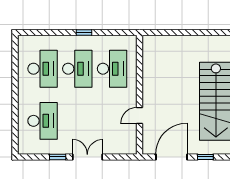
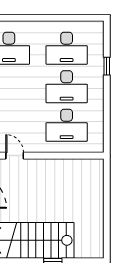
window: (84, 33) -> (107, 66), moved

